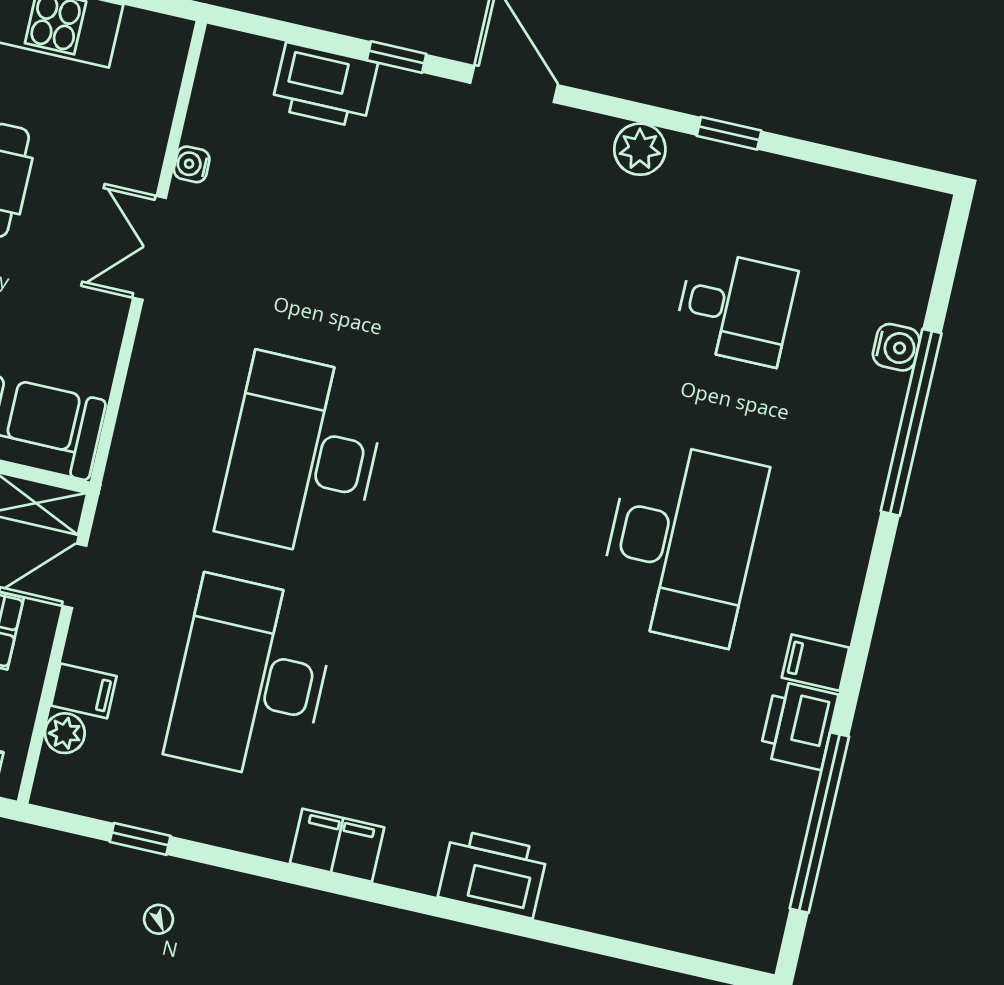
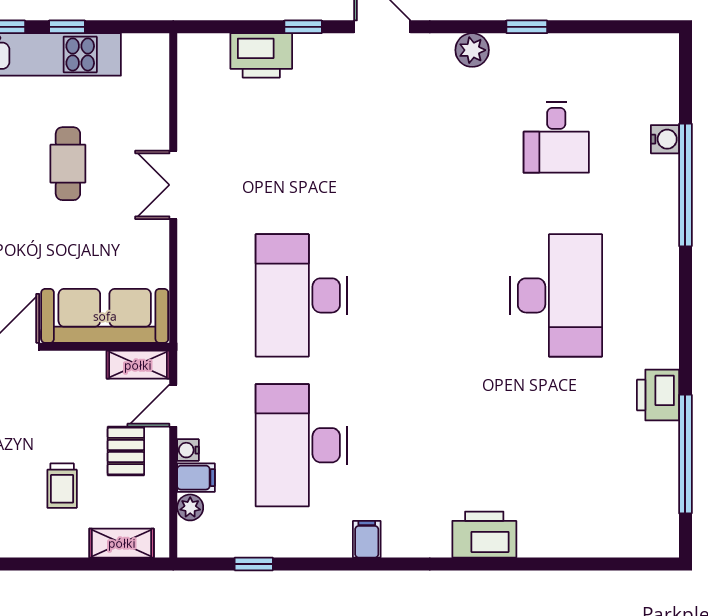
water cooler: (192, 164) -> (188, 450), moved
desk: (735, 308) -> (556, 137), turned 90
filing cabinet: (816, 663) -> (660, 352), removed
filing cabinet: (337, 845) -> (367, 539), width x0.50

